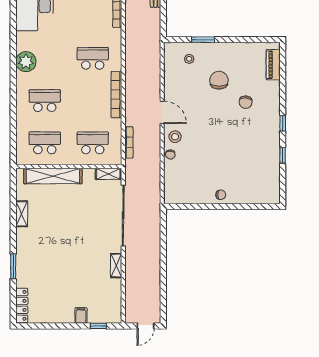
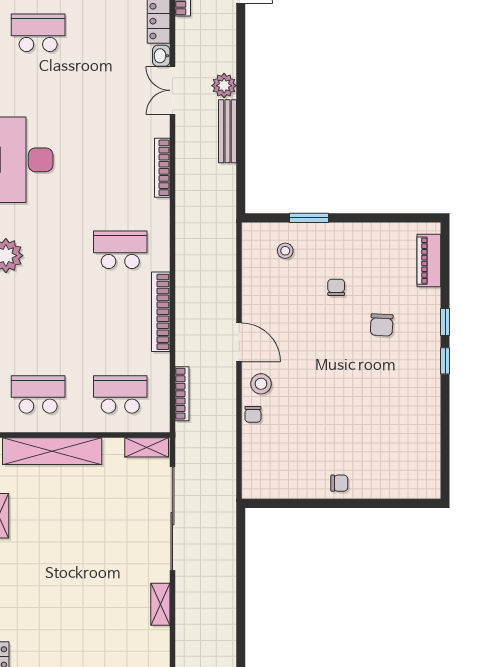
chair: (219, 80) -> (336, 287), width x0.54, depth x0.54
school desk: (45, 101) -> (38, 322), removed
window: (283, 155) -> (445, 322), moved

